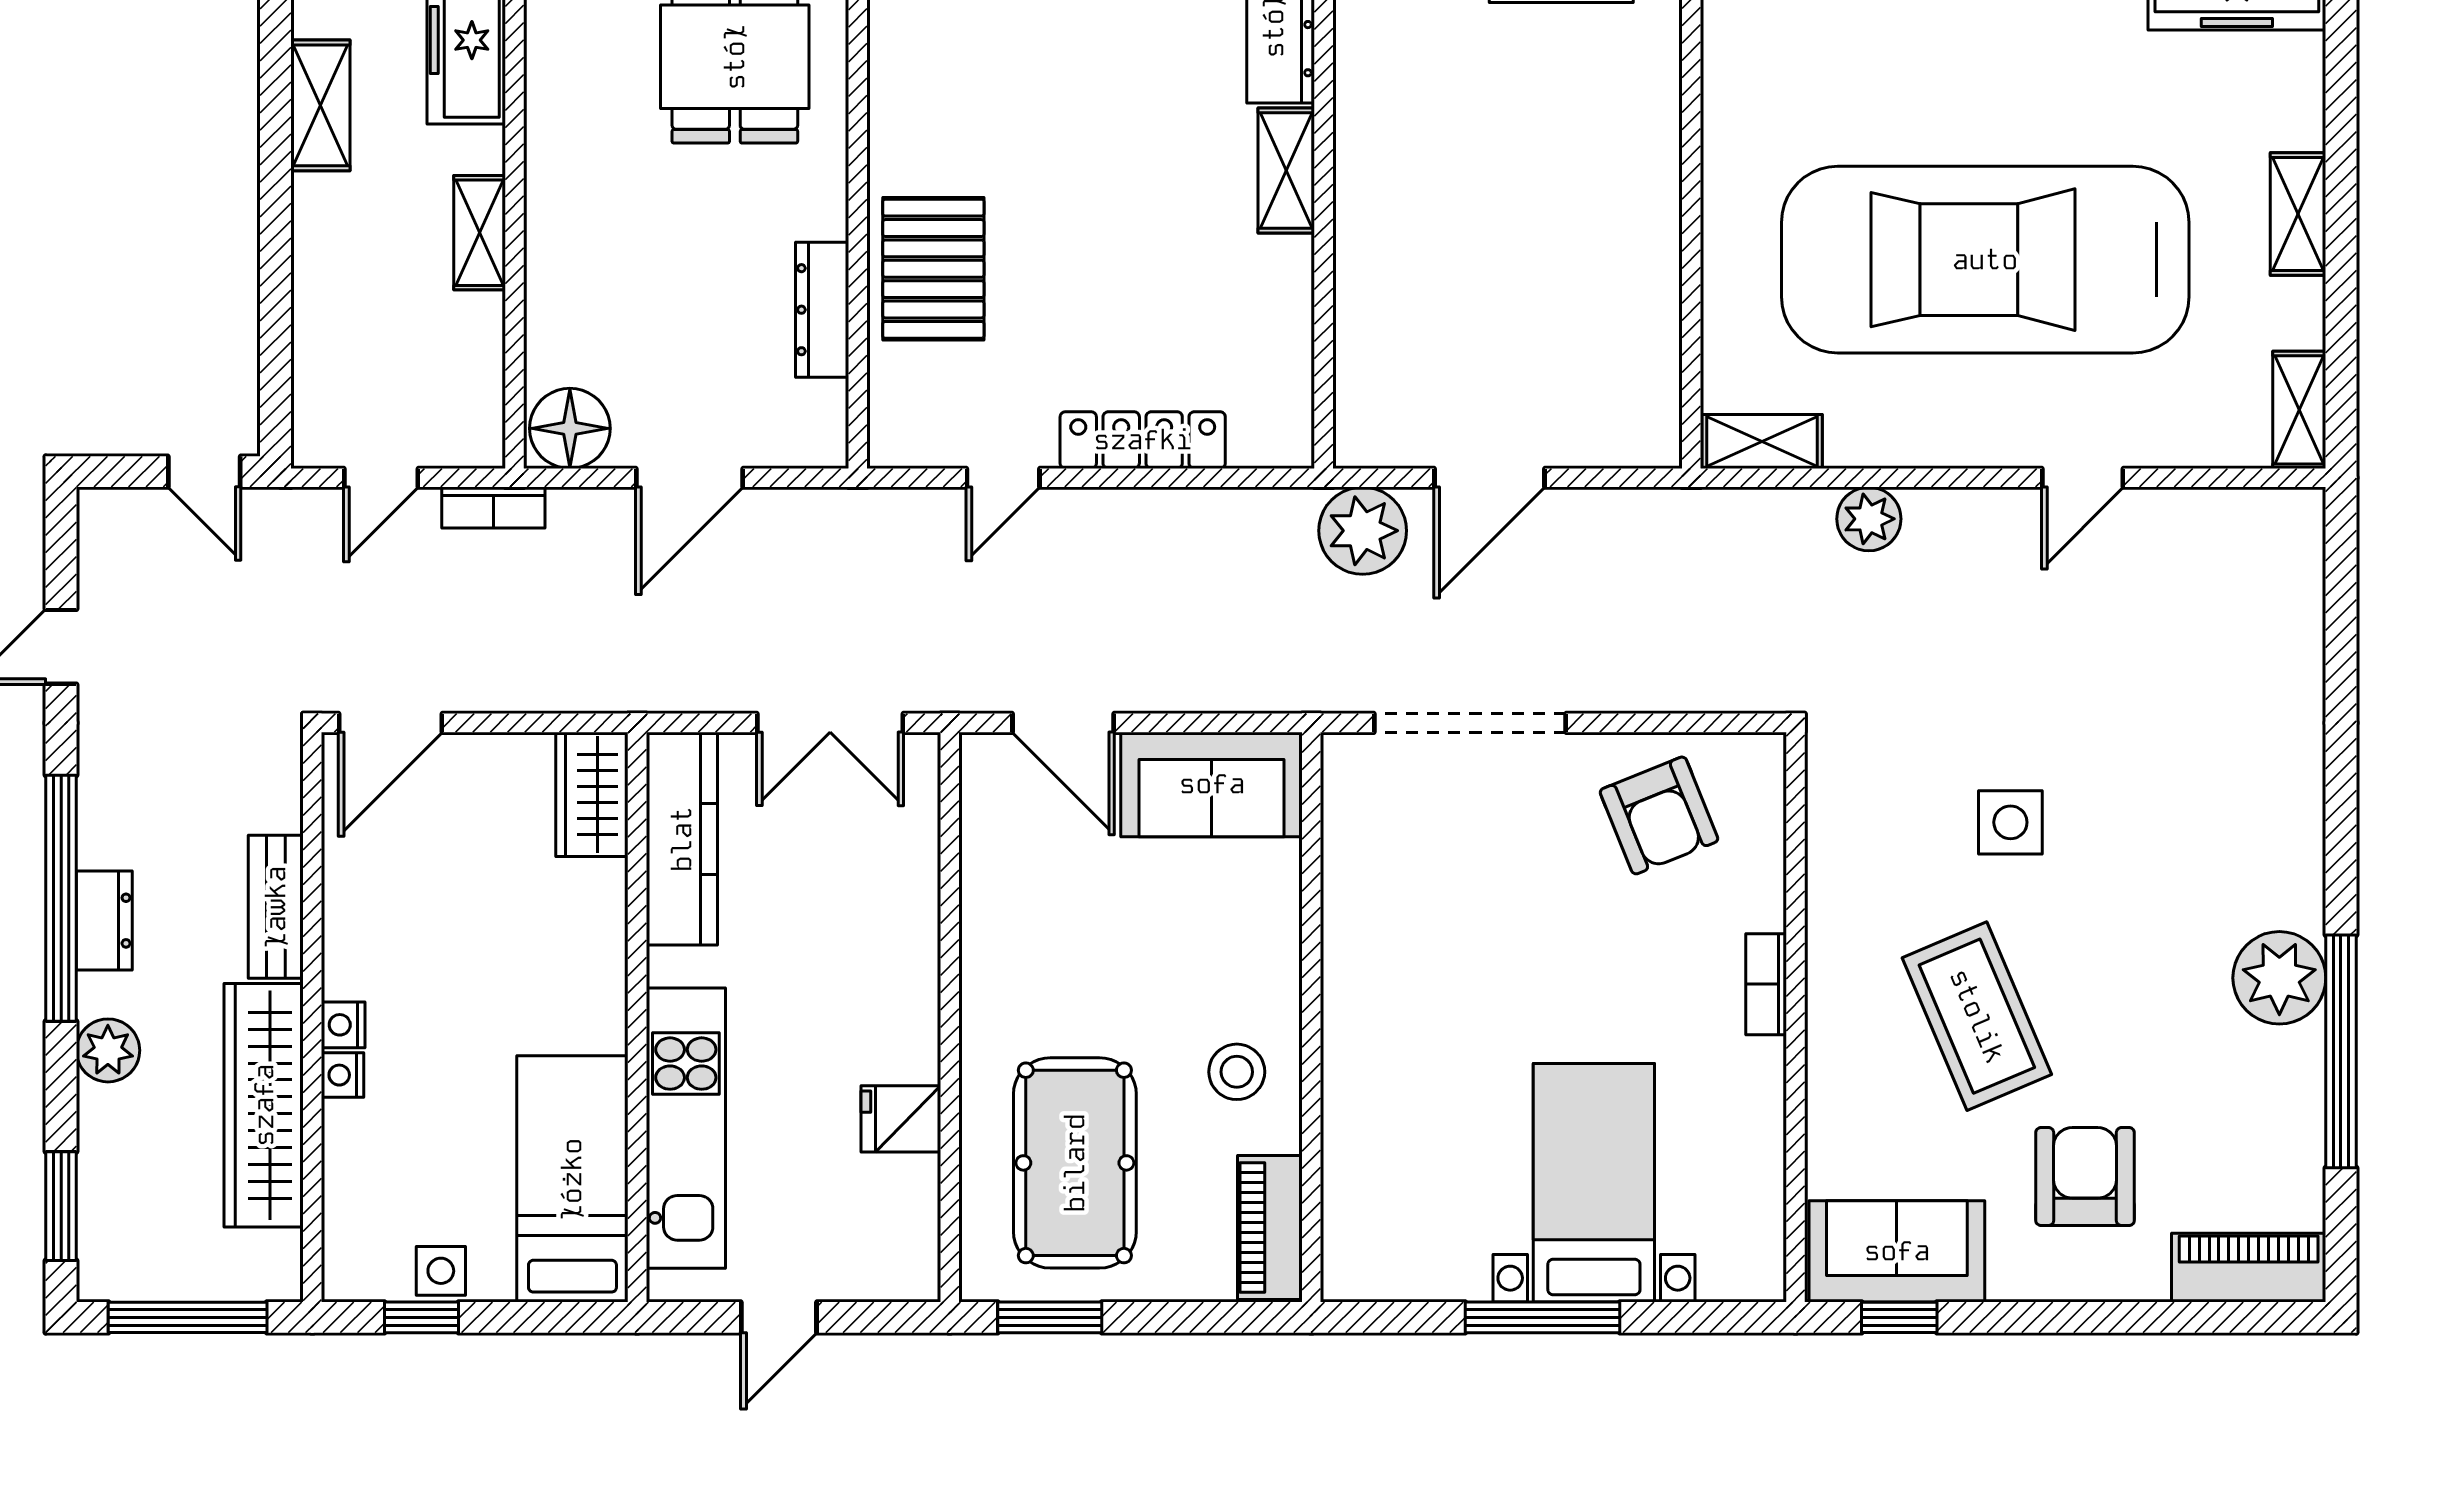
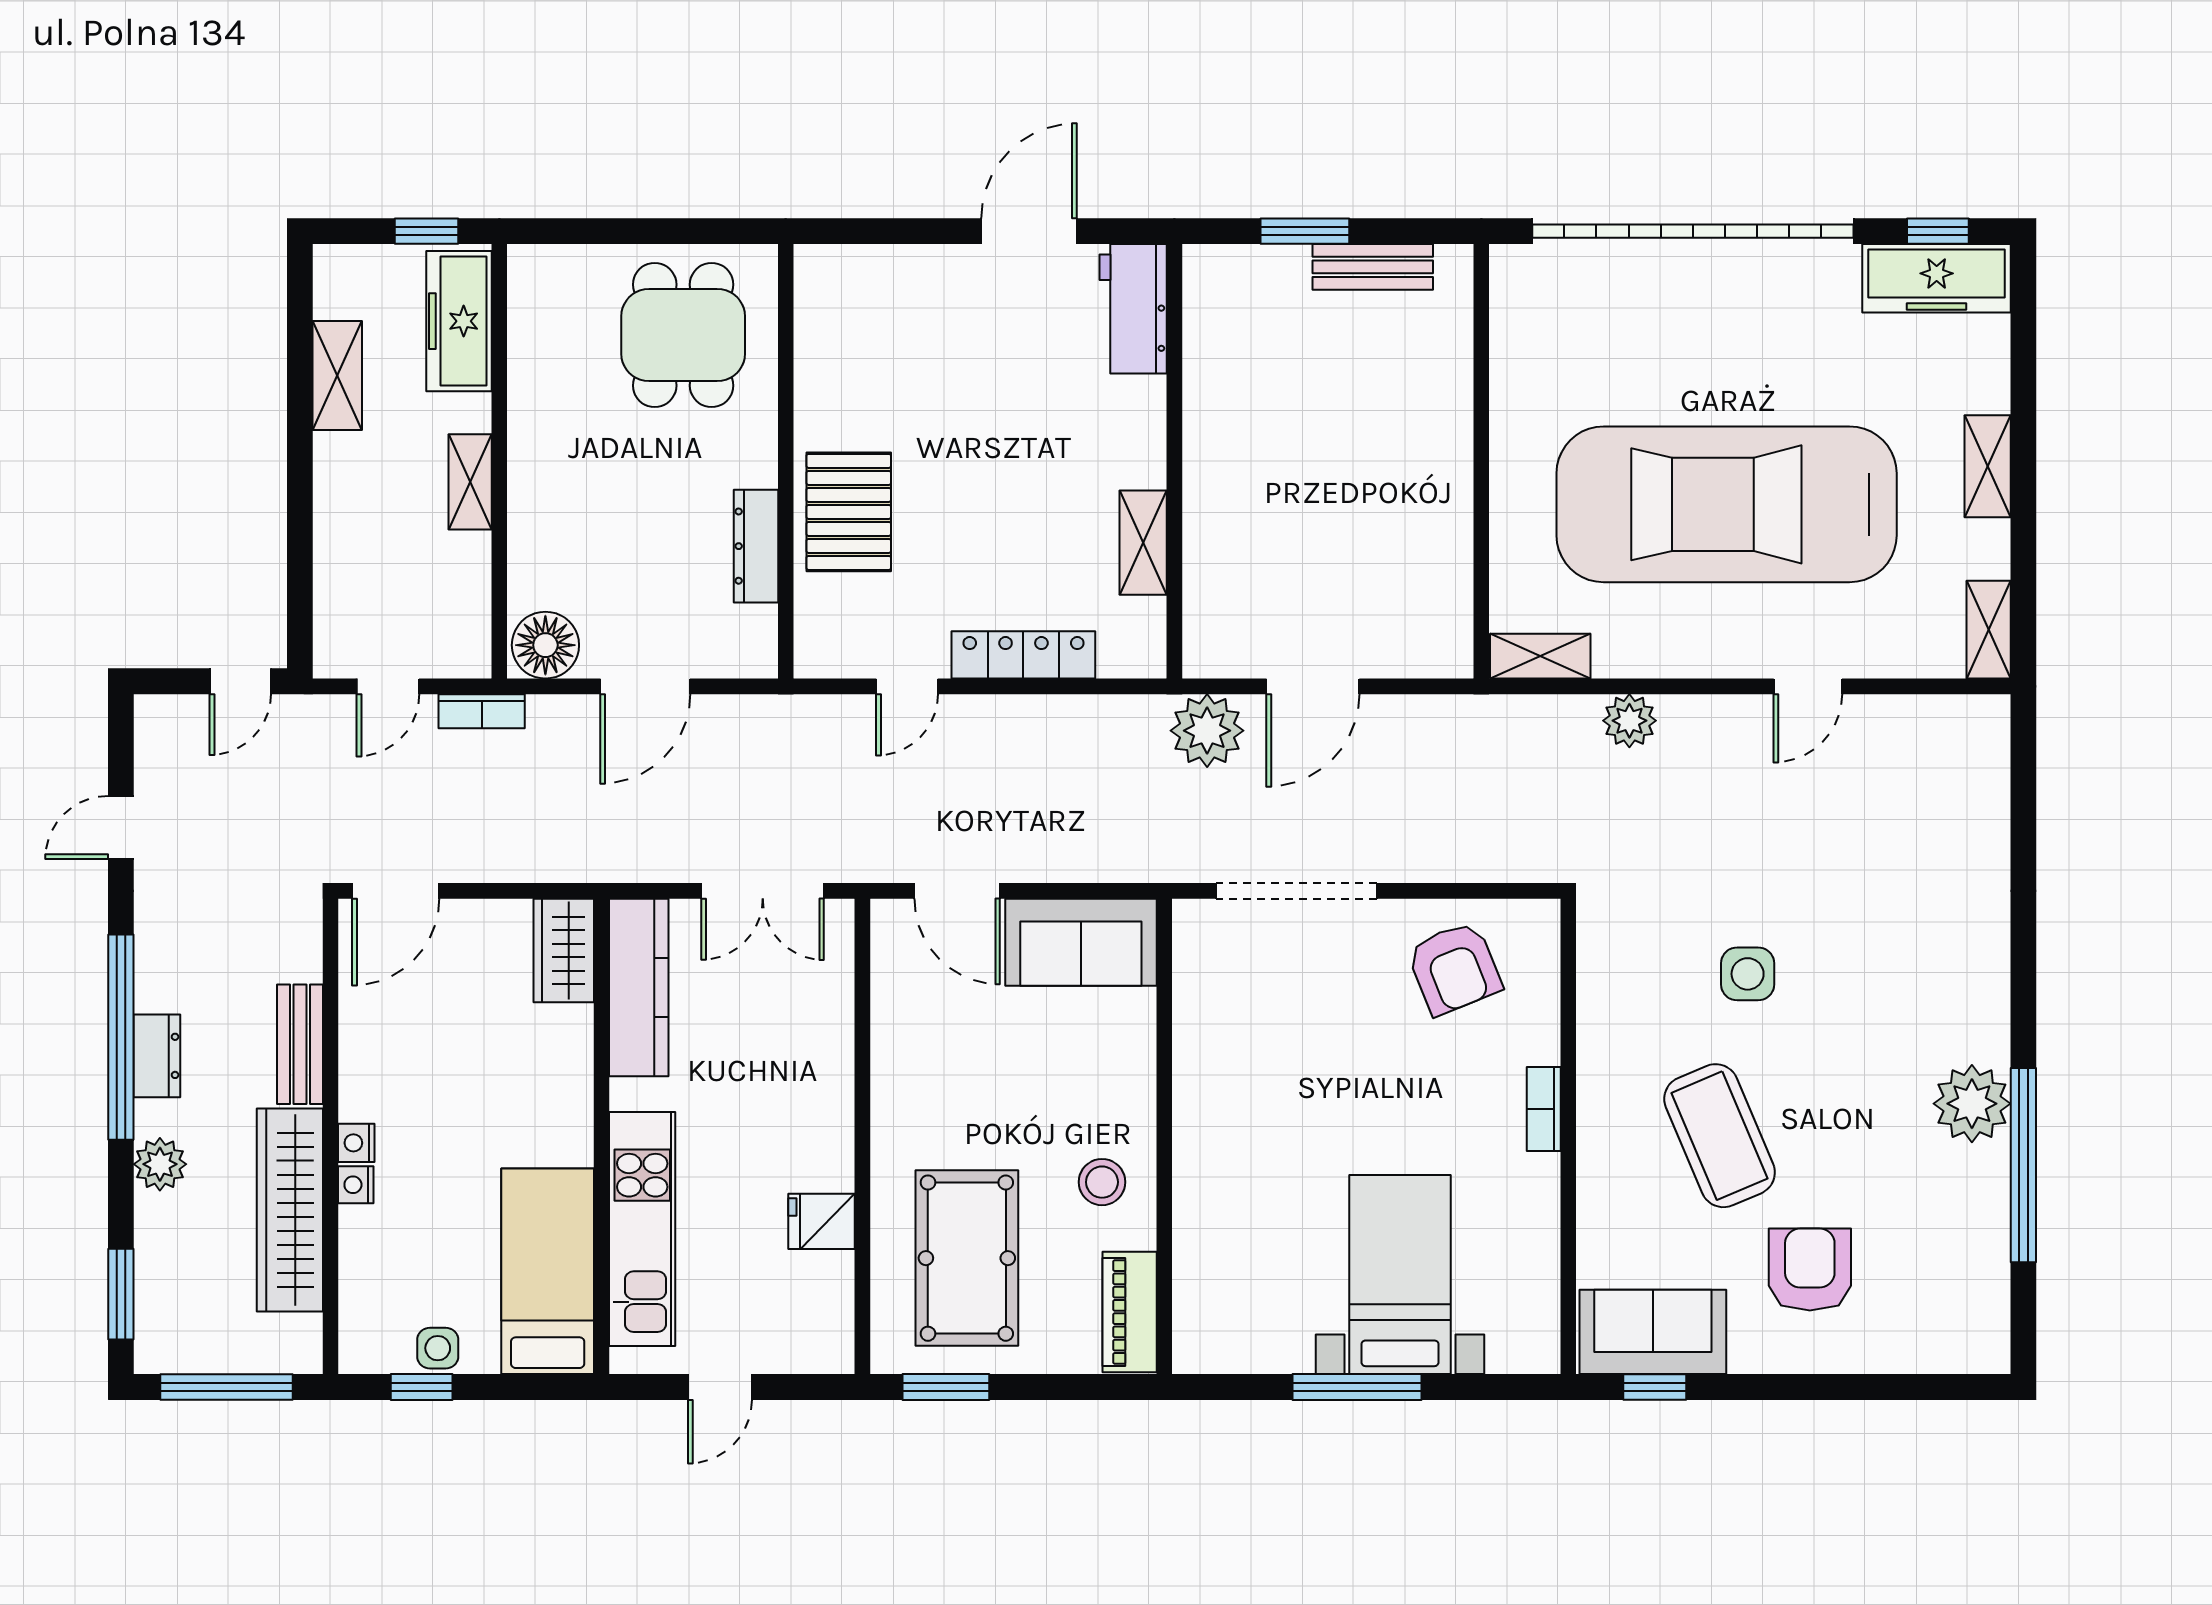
shelving: (1286, 171) -> (1143, 543), moved
door: (204, 472) -> (240, 681), hinge flipped
piano: (2249, 1268) -> (1946, 1346), removed

